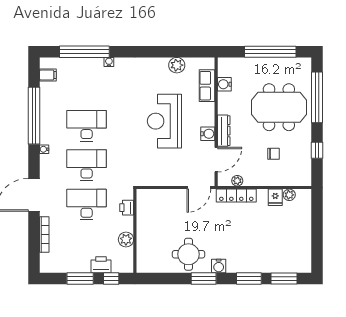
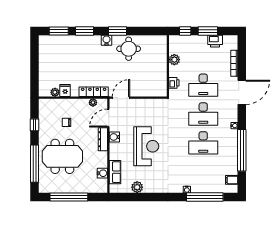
printer: (101, 265) -> (215, 41), moved

